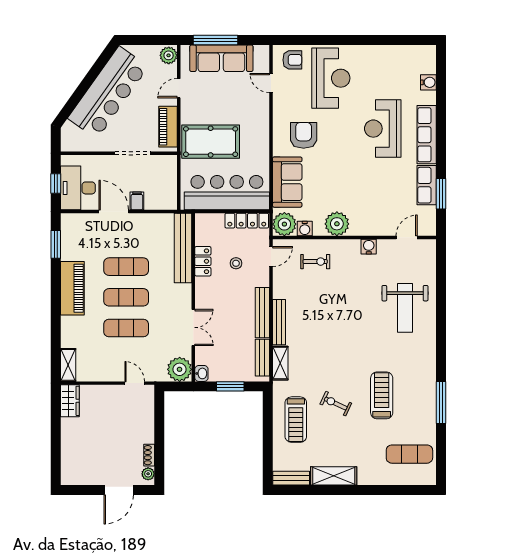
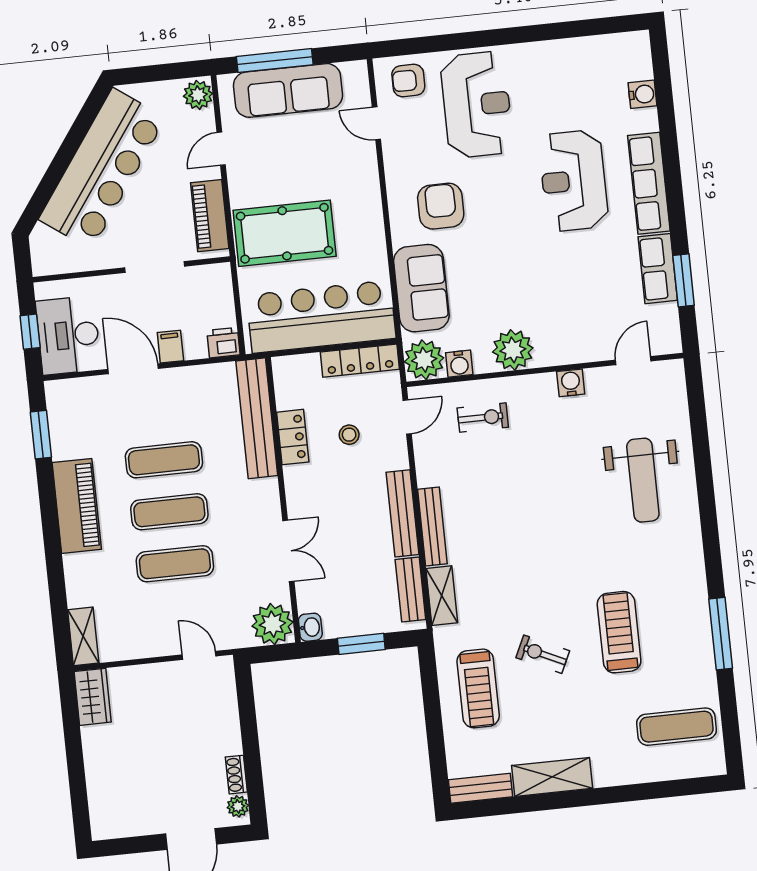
armchair: (292, 60) -> (408, 80), turned 180
printer: (168, 202) -> (223, 343), added

